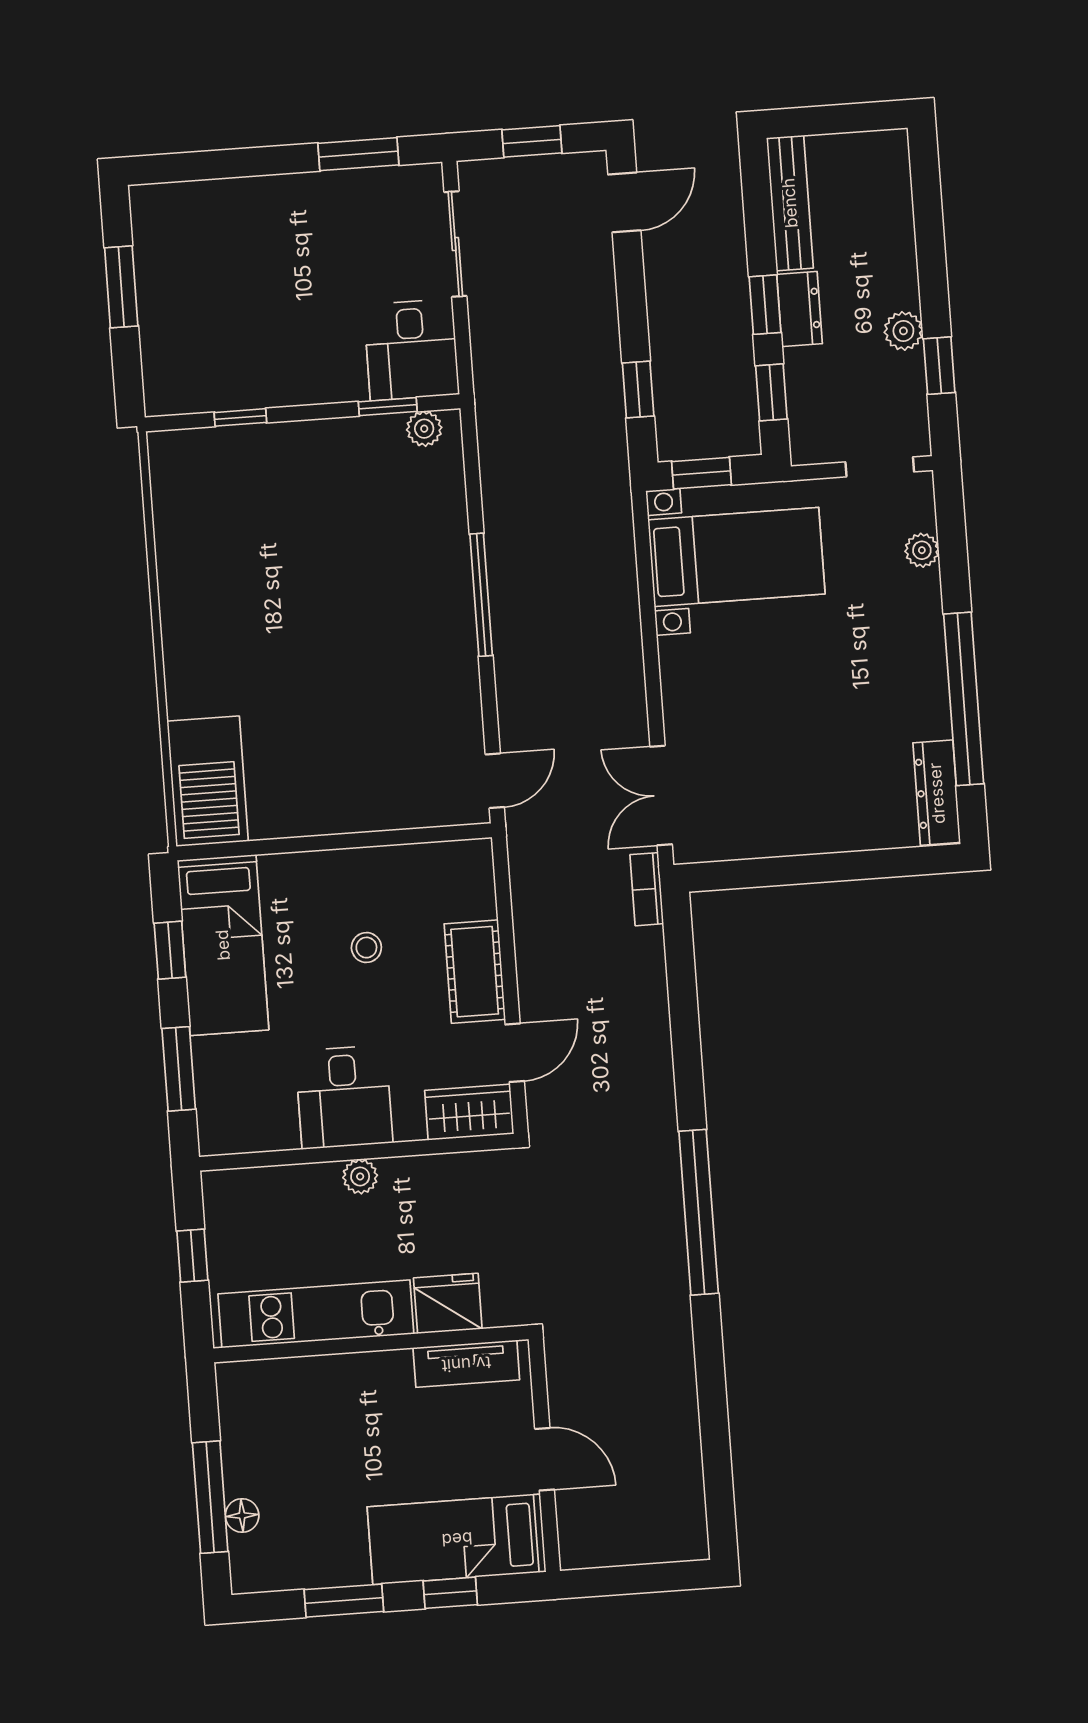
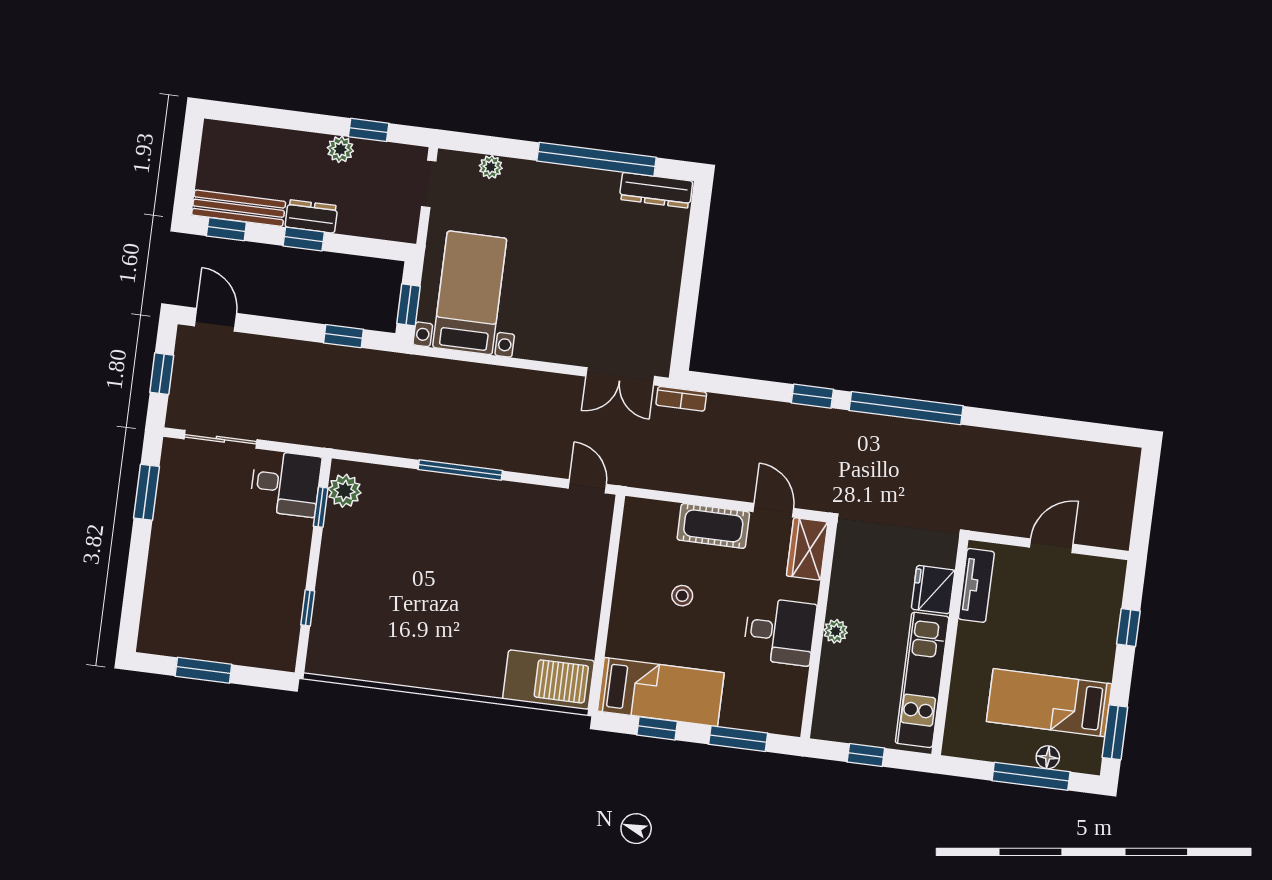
window: (771, 392) -> (226, 229), moved
plant: (424, 429) -> (344, 491), width x1.38, depth x1.38
window: (688, 1075) -> (812, 396), added
bed: (457, 1539) -> (1049, 703), moved, turned 90
window: (344, 1601) -> (1115, 732), moved

